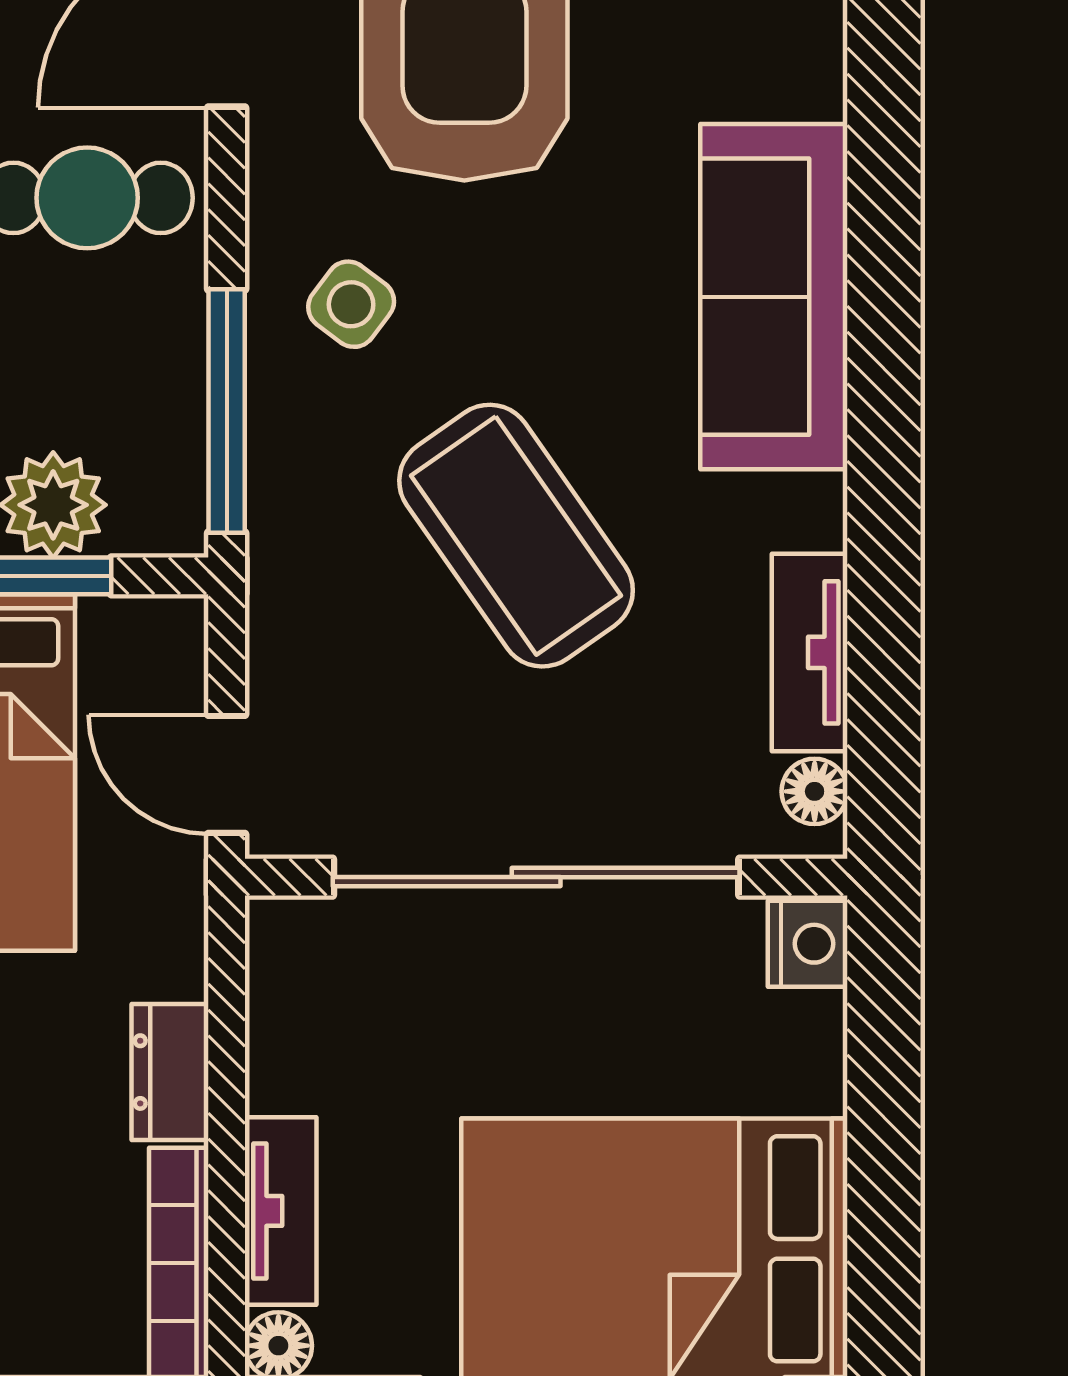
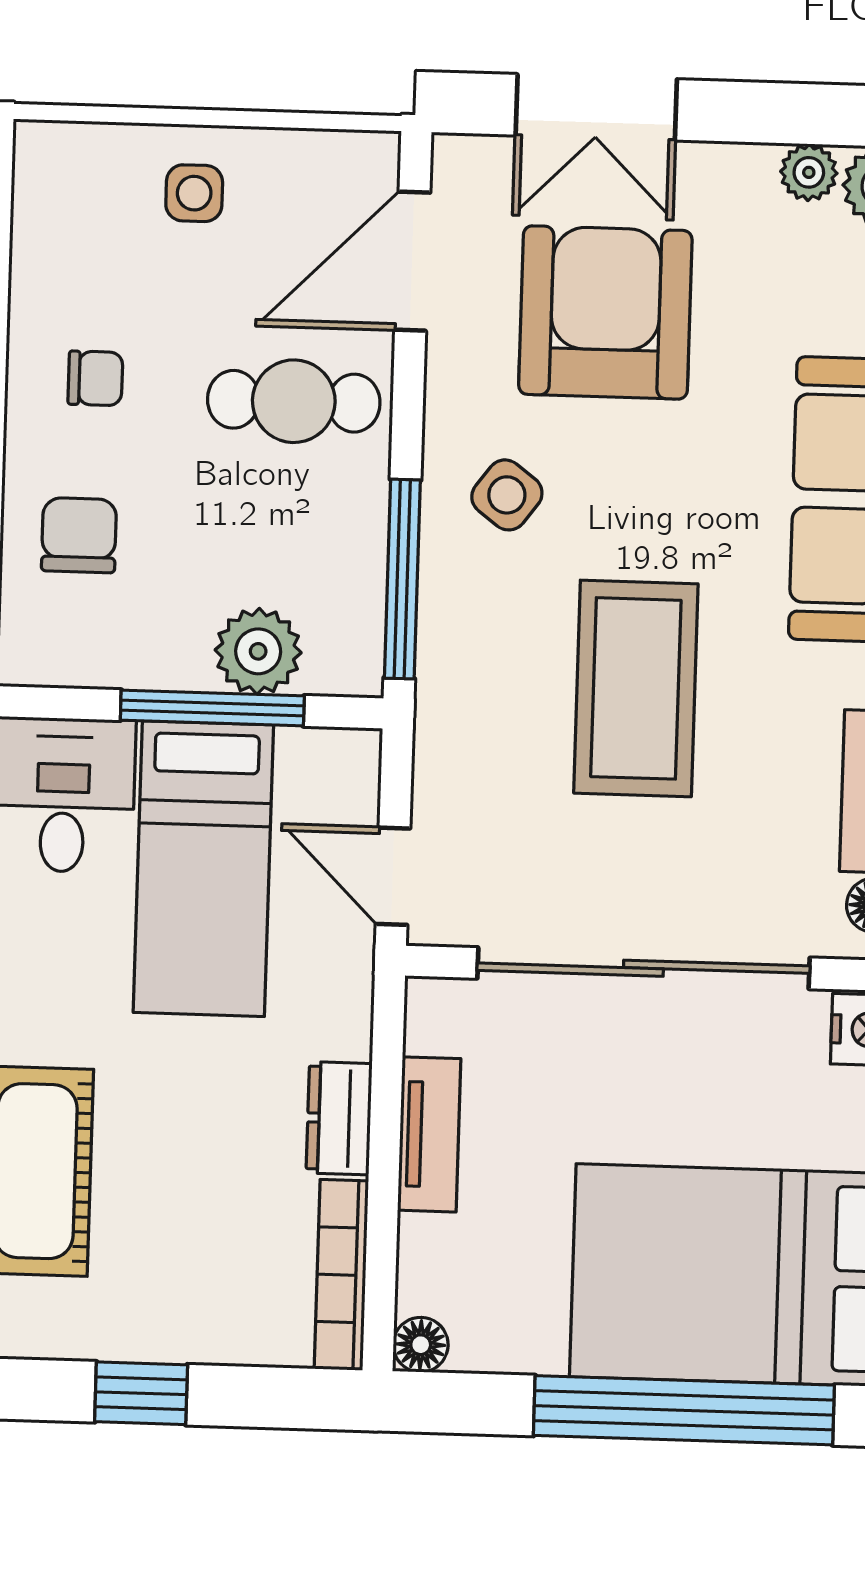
coffee table: (516, 536) -> (636, 688), turned 35
tv unit: (281, 1211) -> (429, 1134), moved

